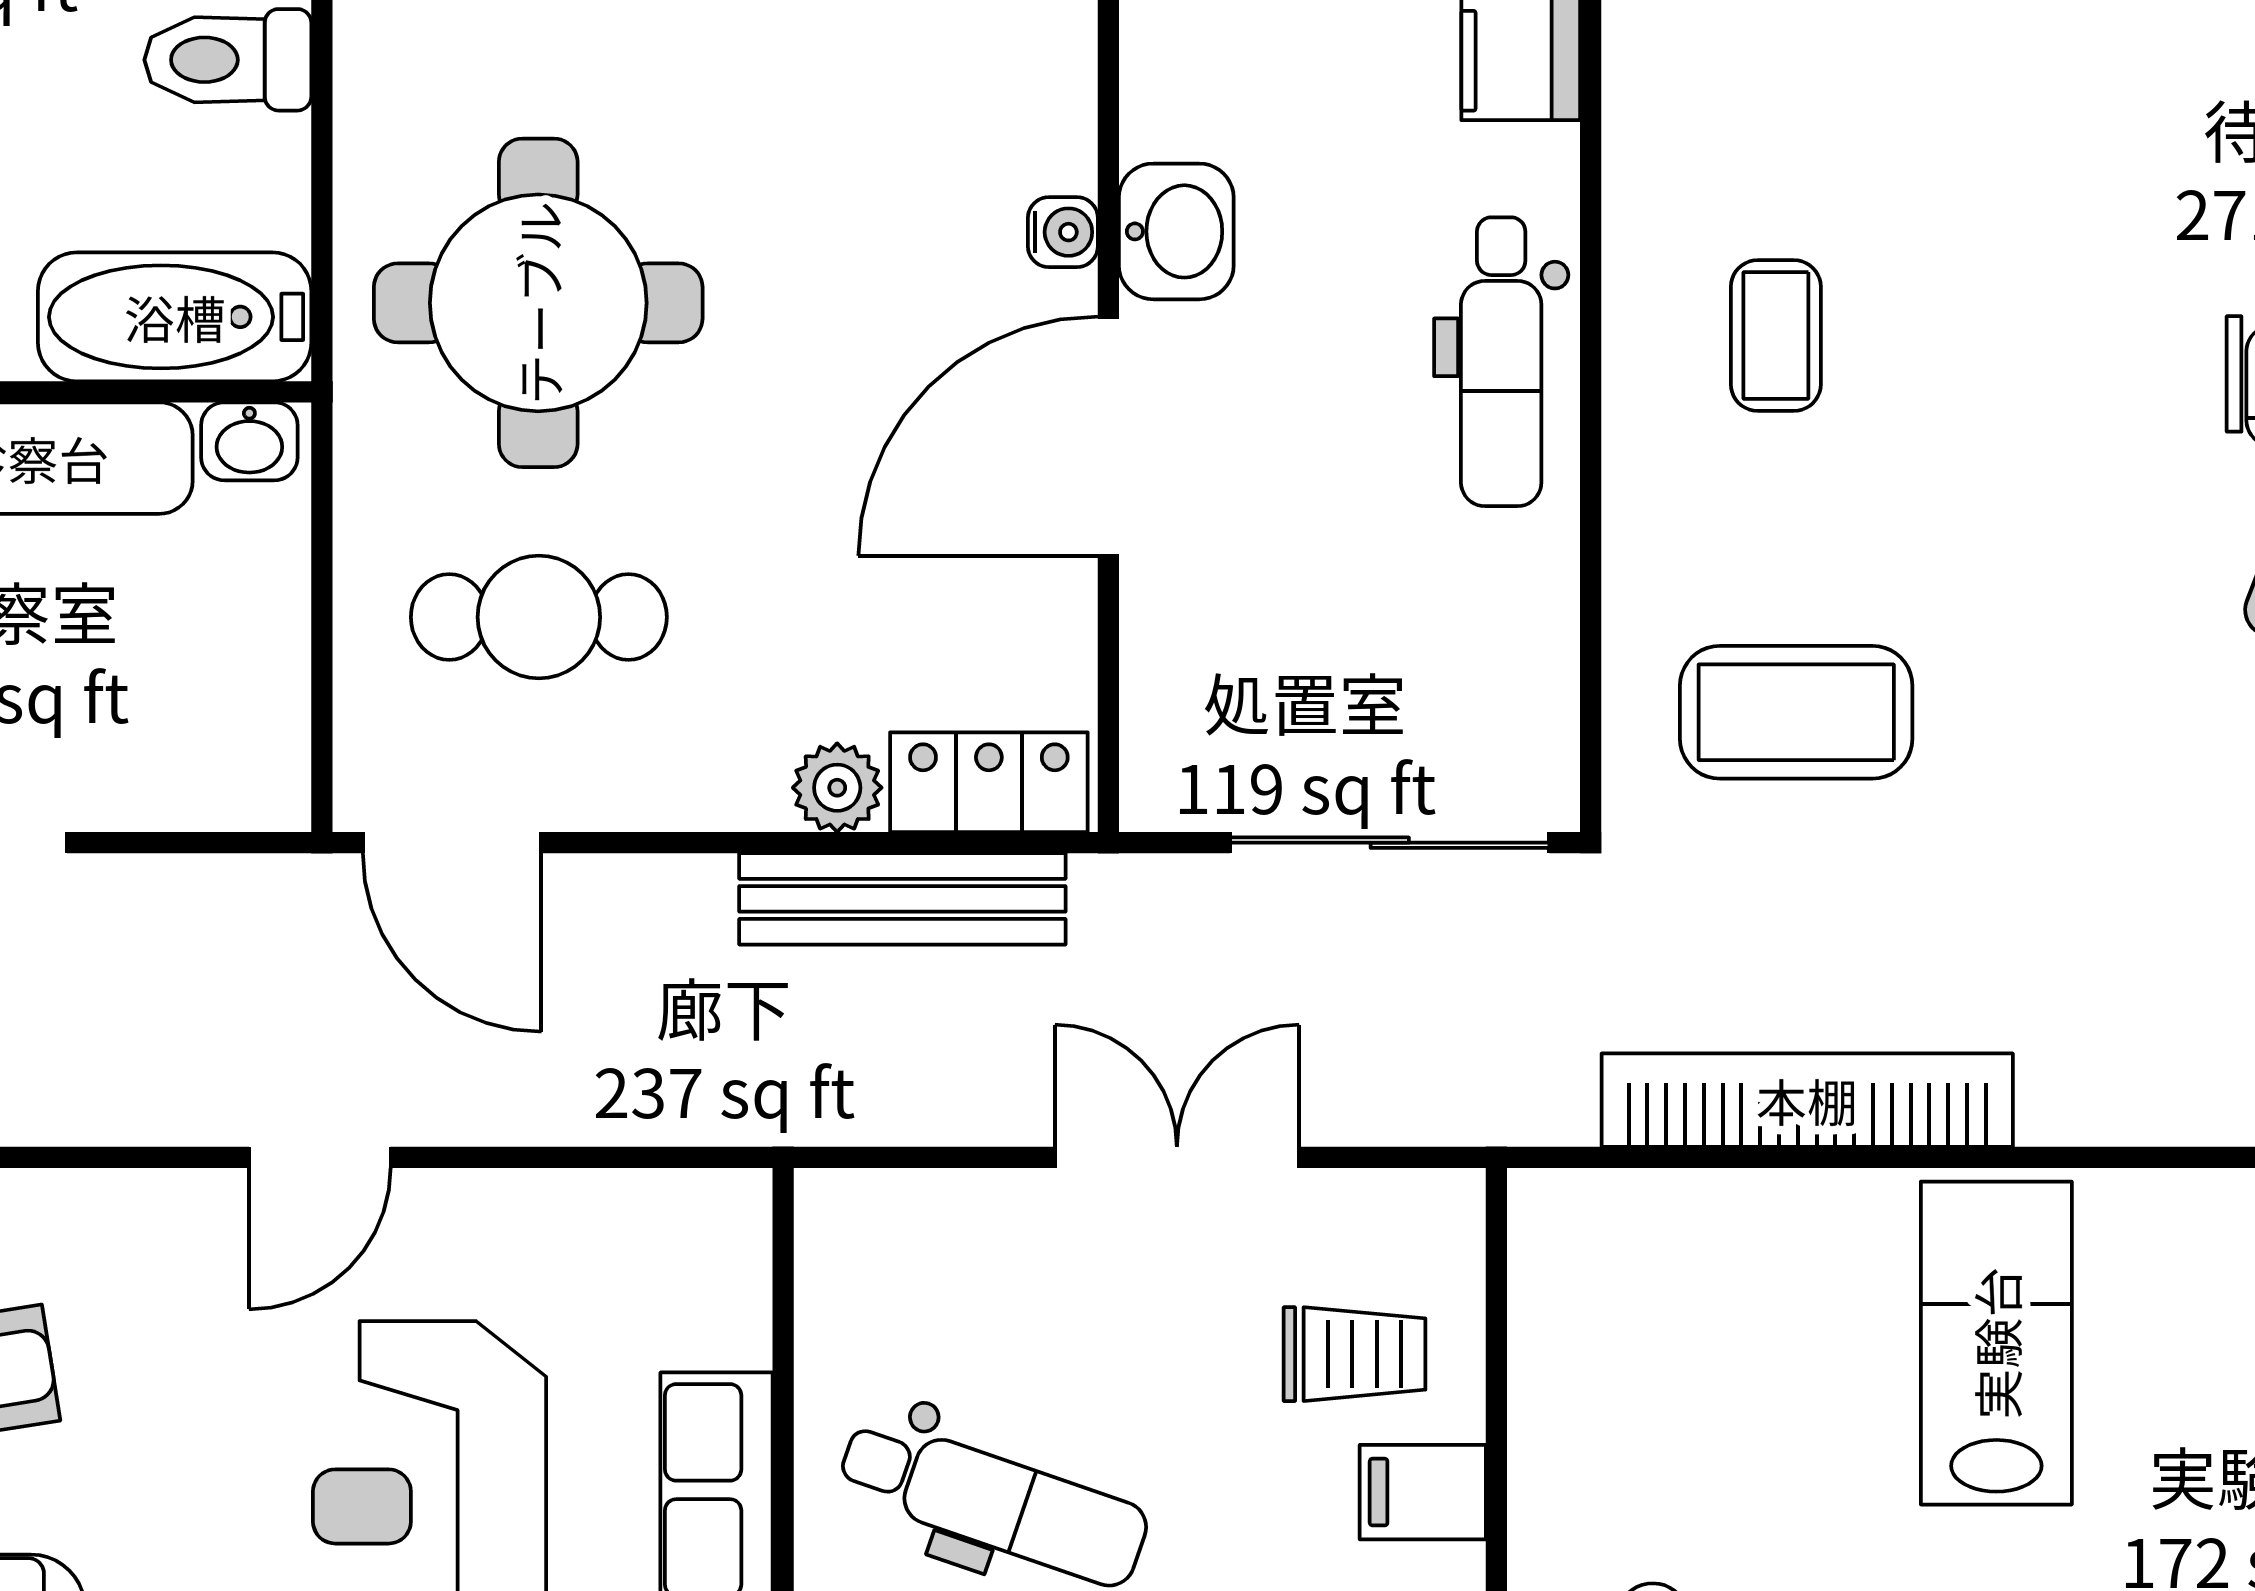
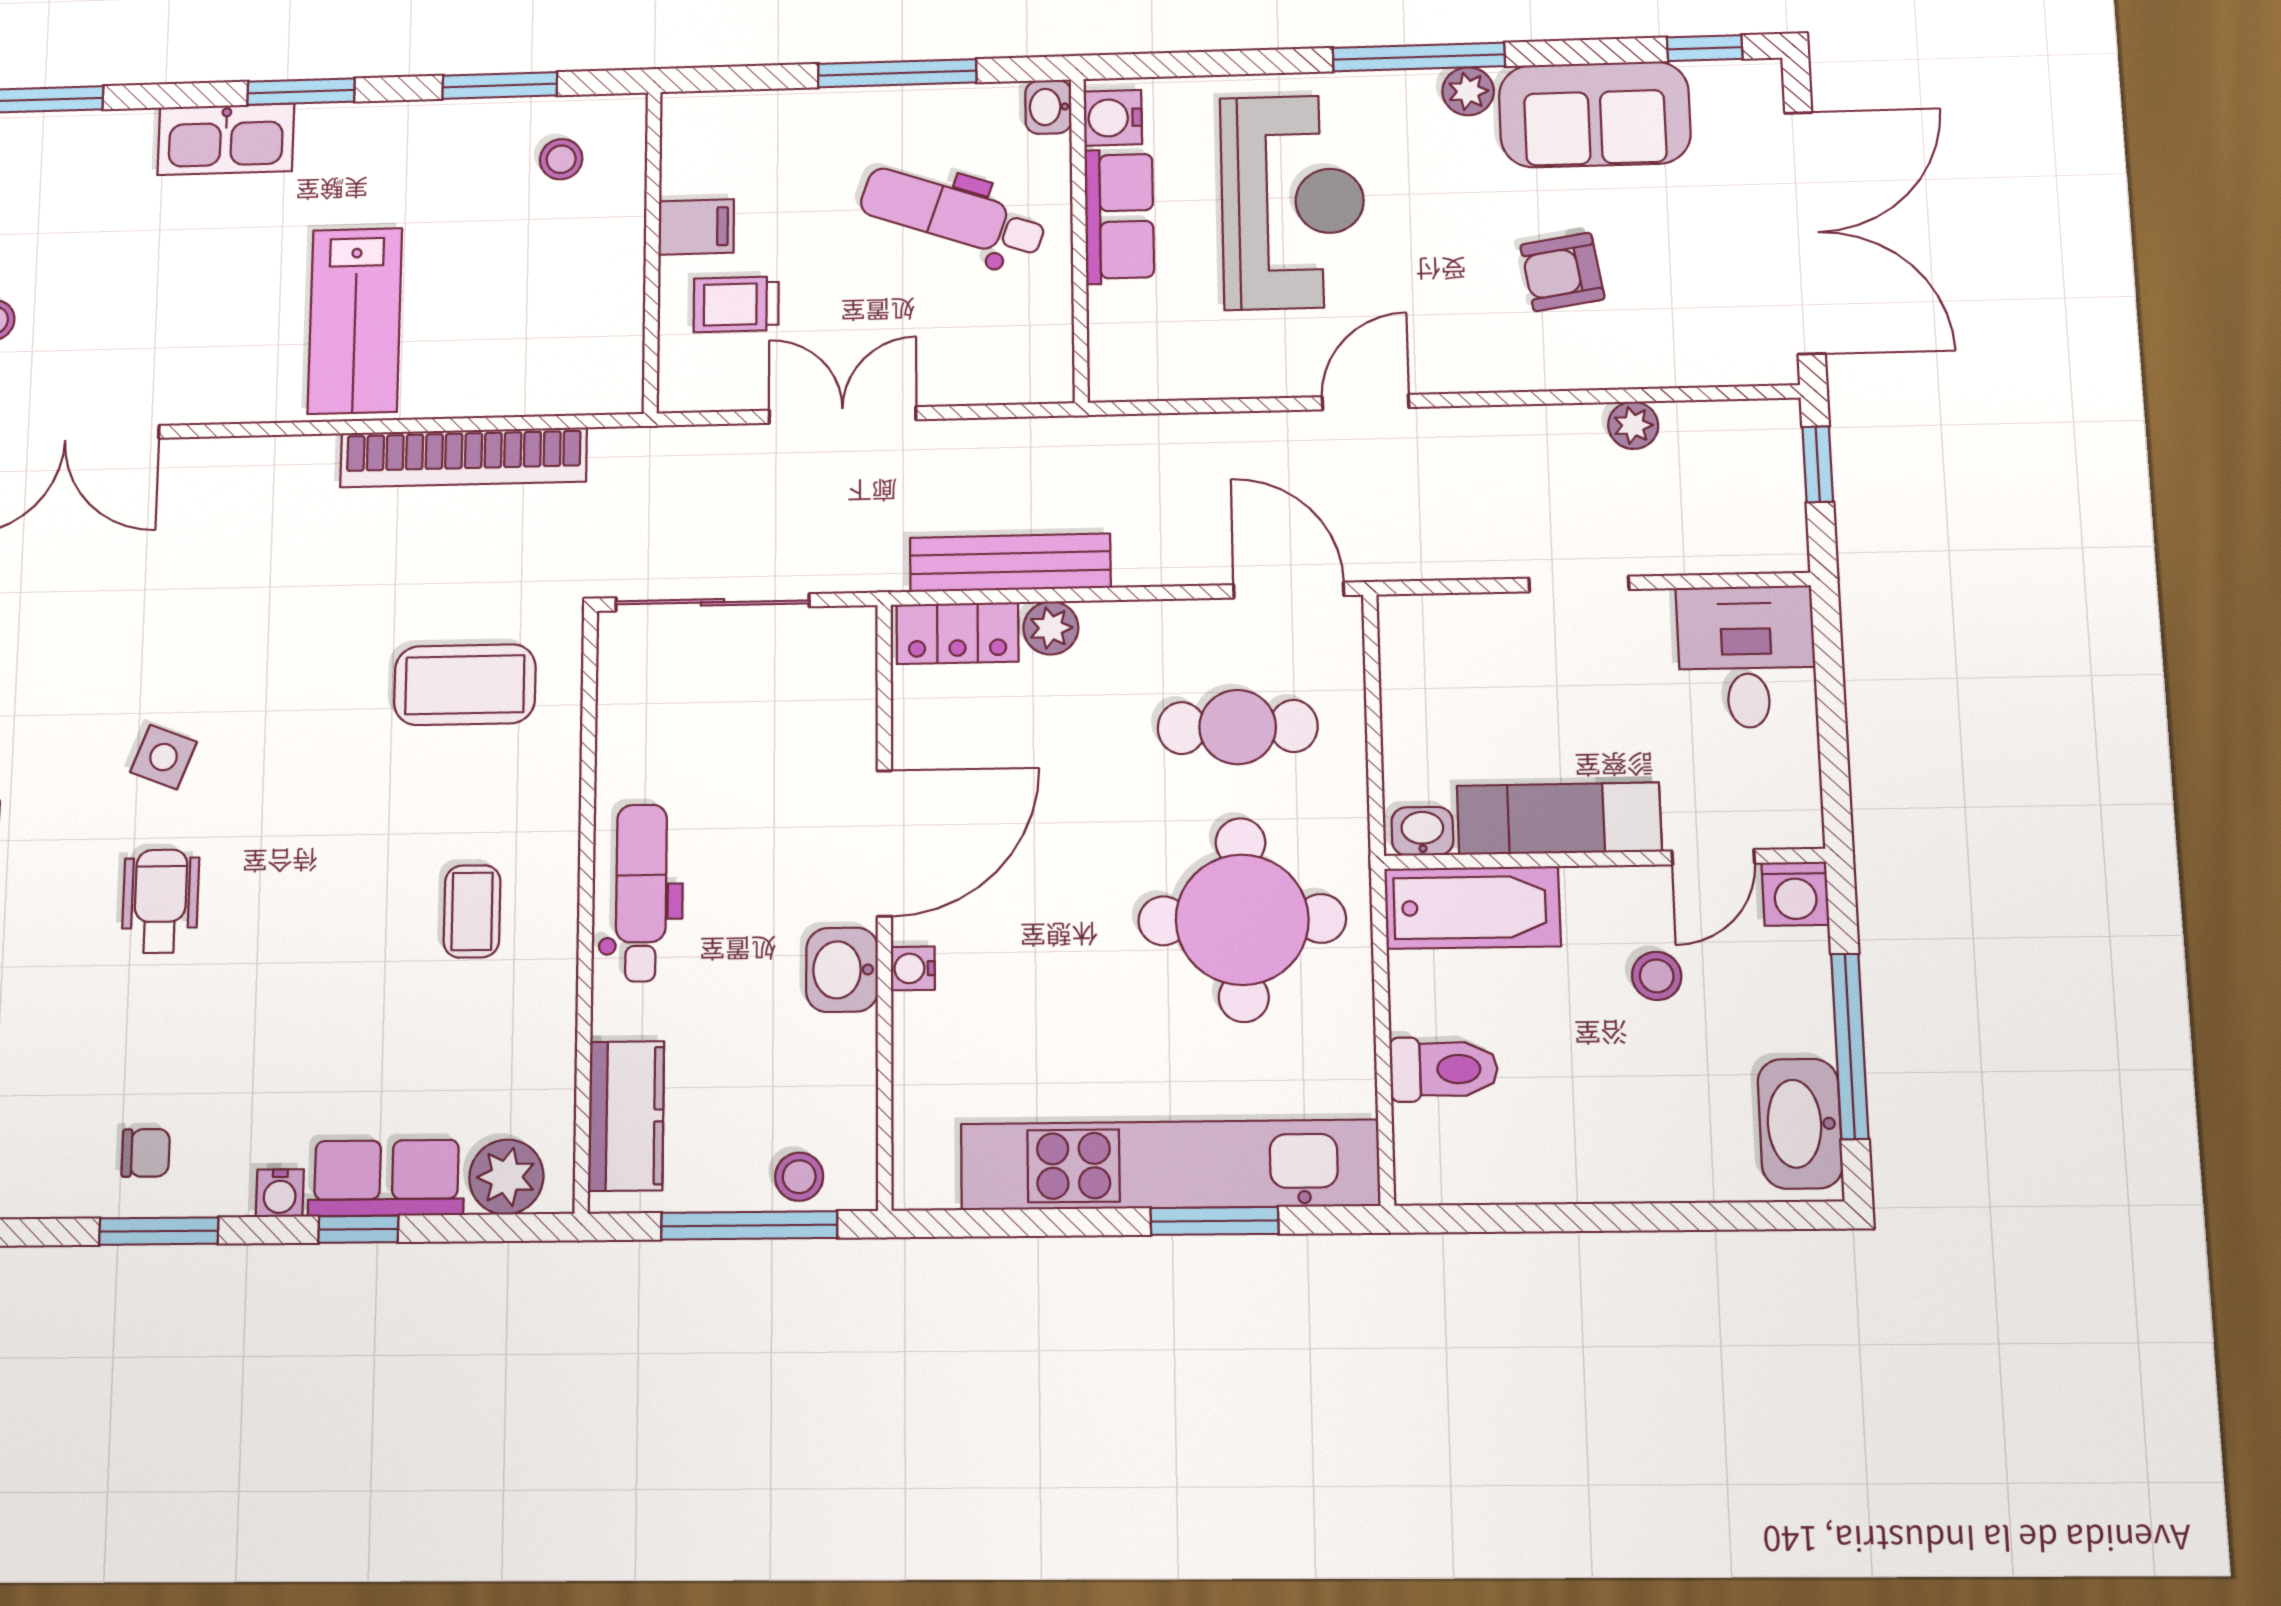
double door: (1177, 1157) -> (842, 415), swing flipped

